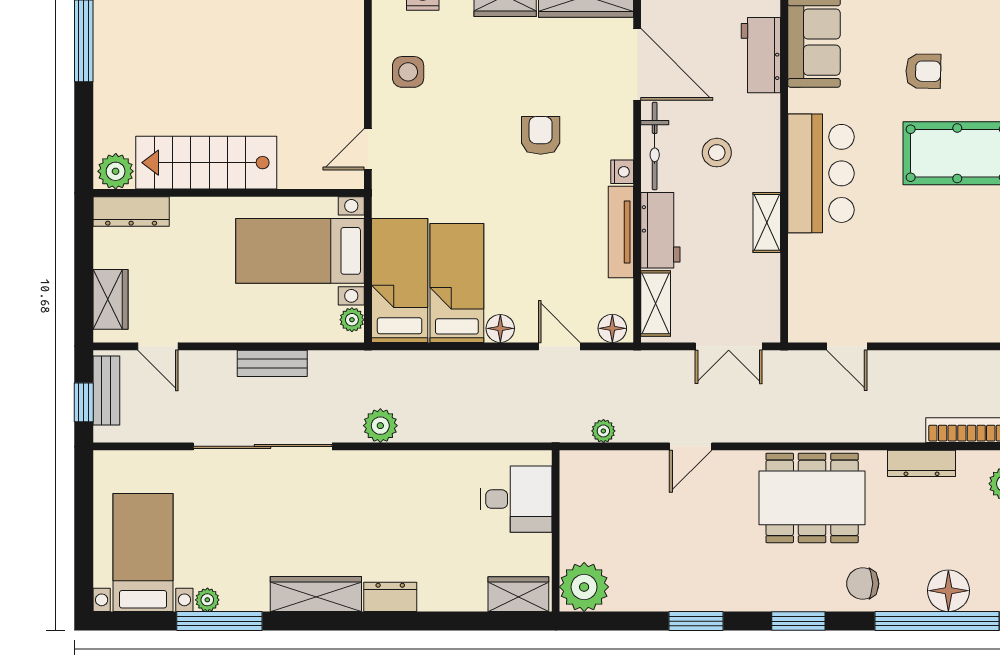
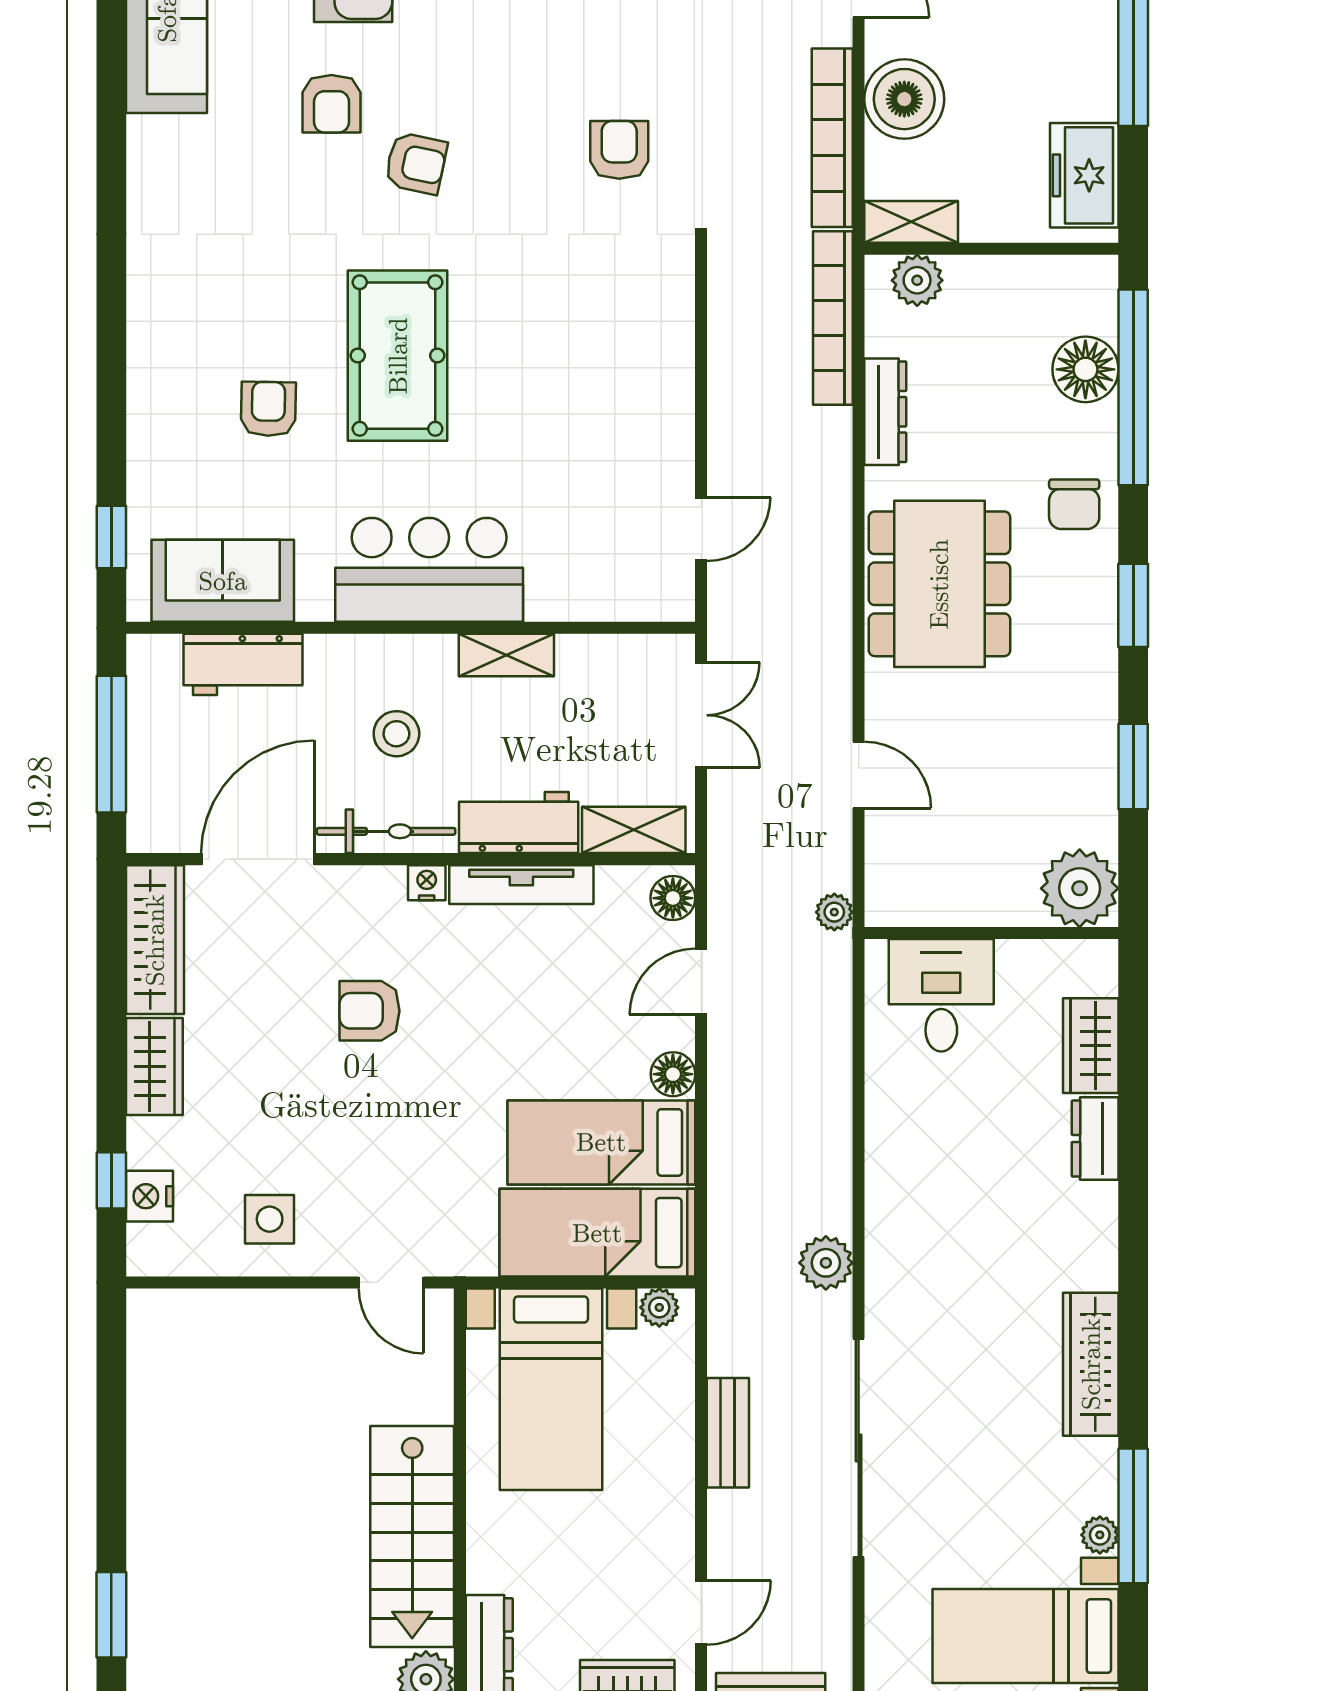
desk: (516, 499) -> (941, 995), moved
wall: (556, 531) -> (991, 933), moved
plant: (584, 587) -> (1080, 888), moved
dresser: (390, 597) -> (1095, 1139), moved

